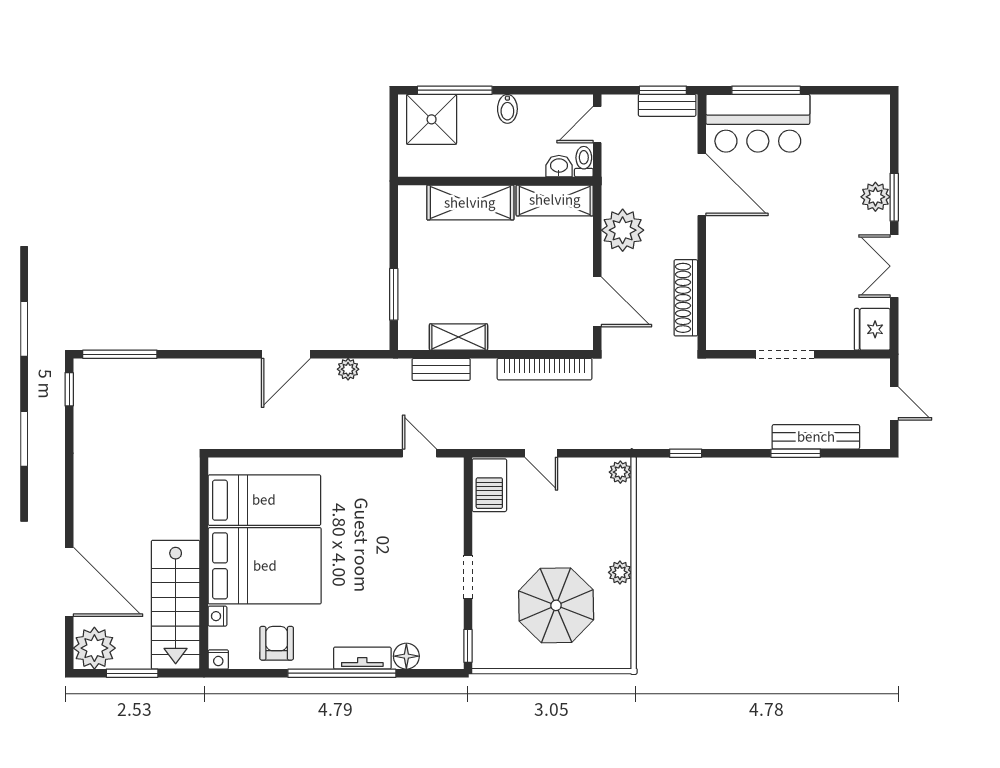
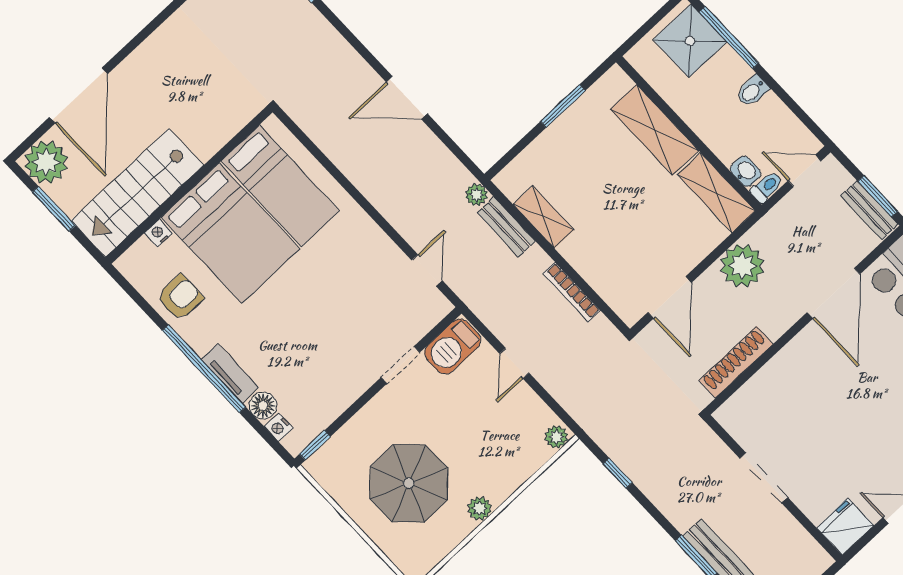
window: (394, 294) -> (563, 106), moved
plant: (348, 369) -> (476, 195), moved
bookcase: (545, 369) -> (572, 292), width x0.68, depth x0.76
doorway: (468, 577) -> (400, 365), moved
nightstand: (218, 660) -> (279, 427), moved

